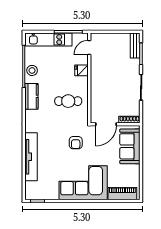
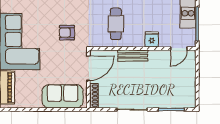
bench: (135, 46) -> (133, 55), moved
door: (89, 47) -> (179, 48), swing flipped
door: (106, 124) -> (88, 68), swing flipped

